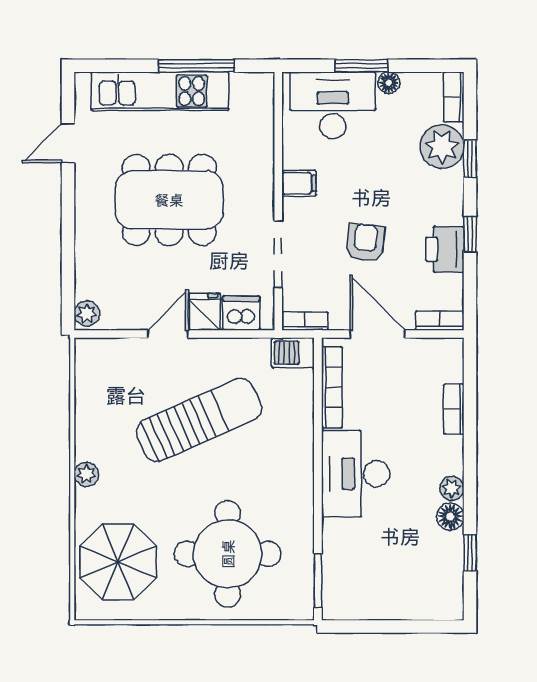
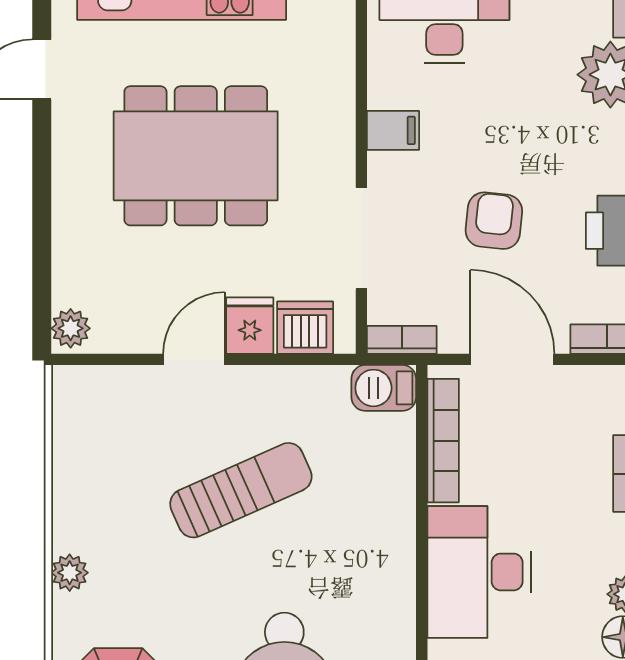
sun lounger: (199, 420) -> (241, 490), width x0.73, depth x0.75

